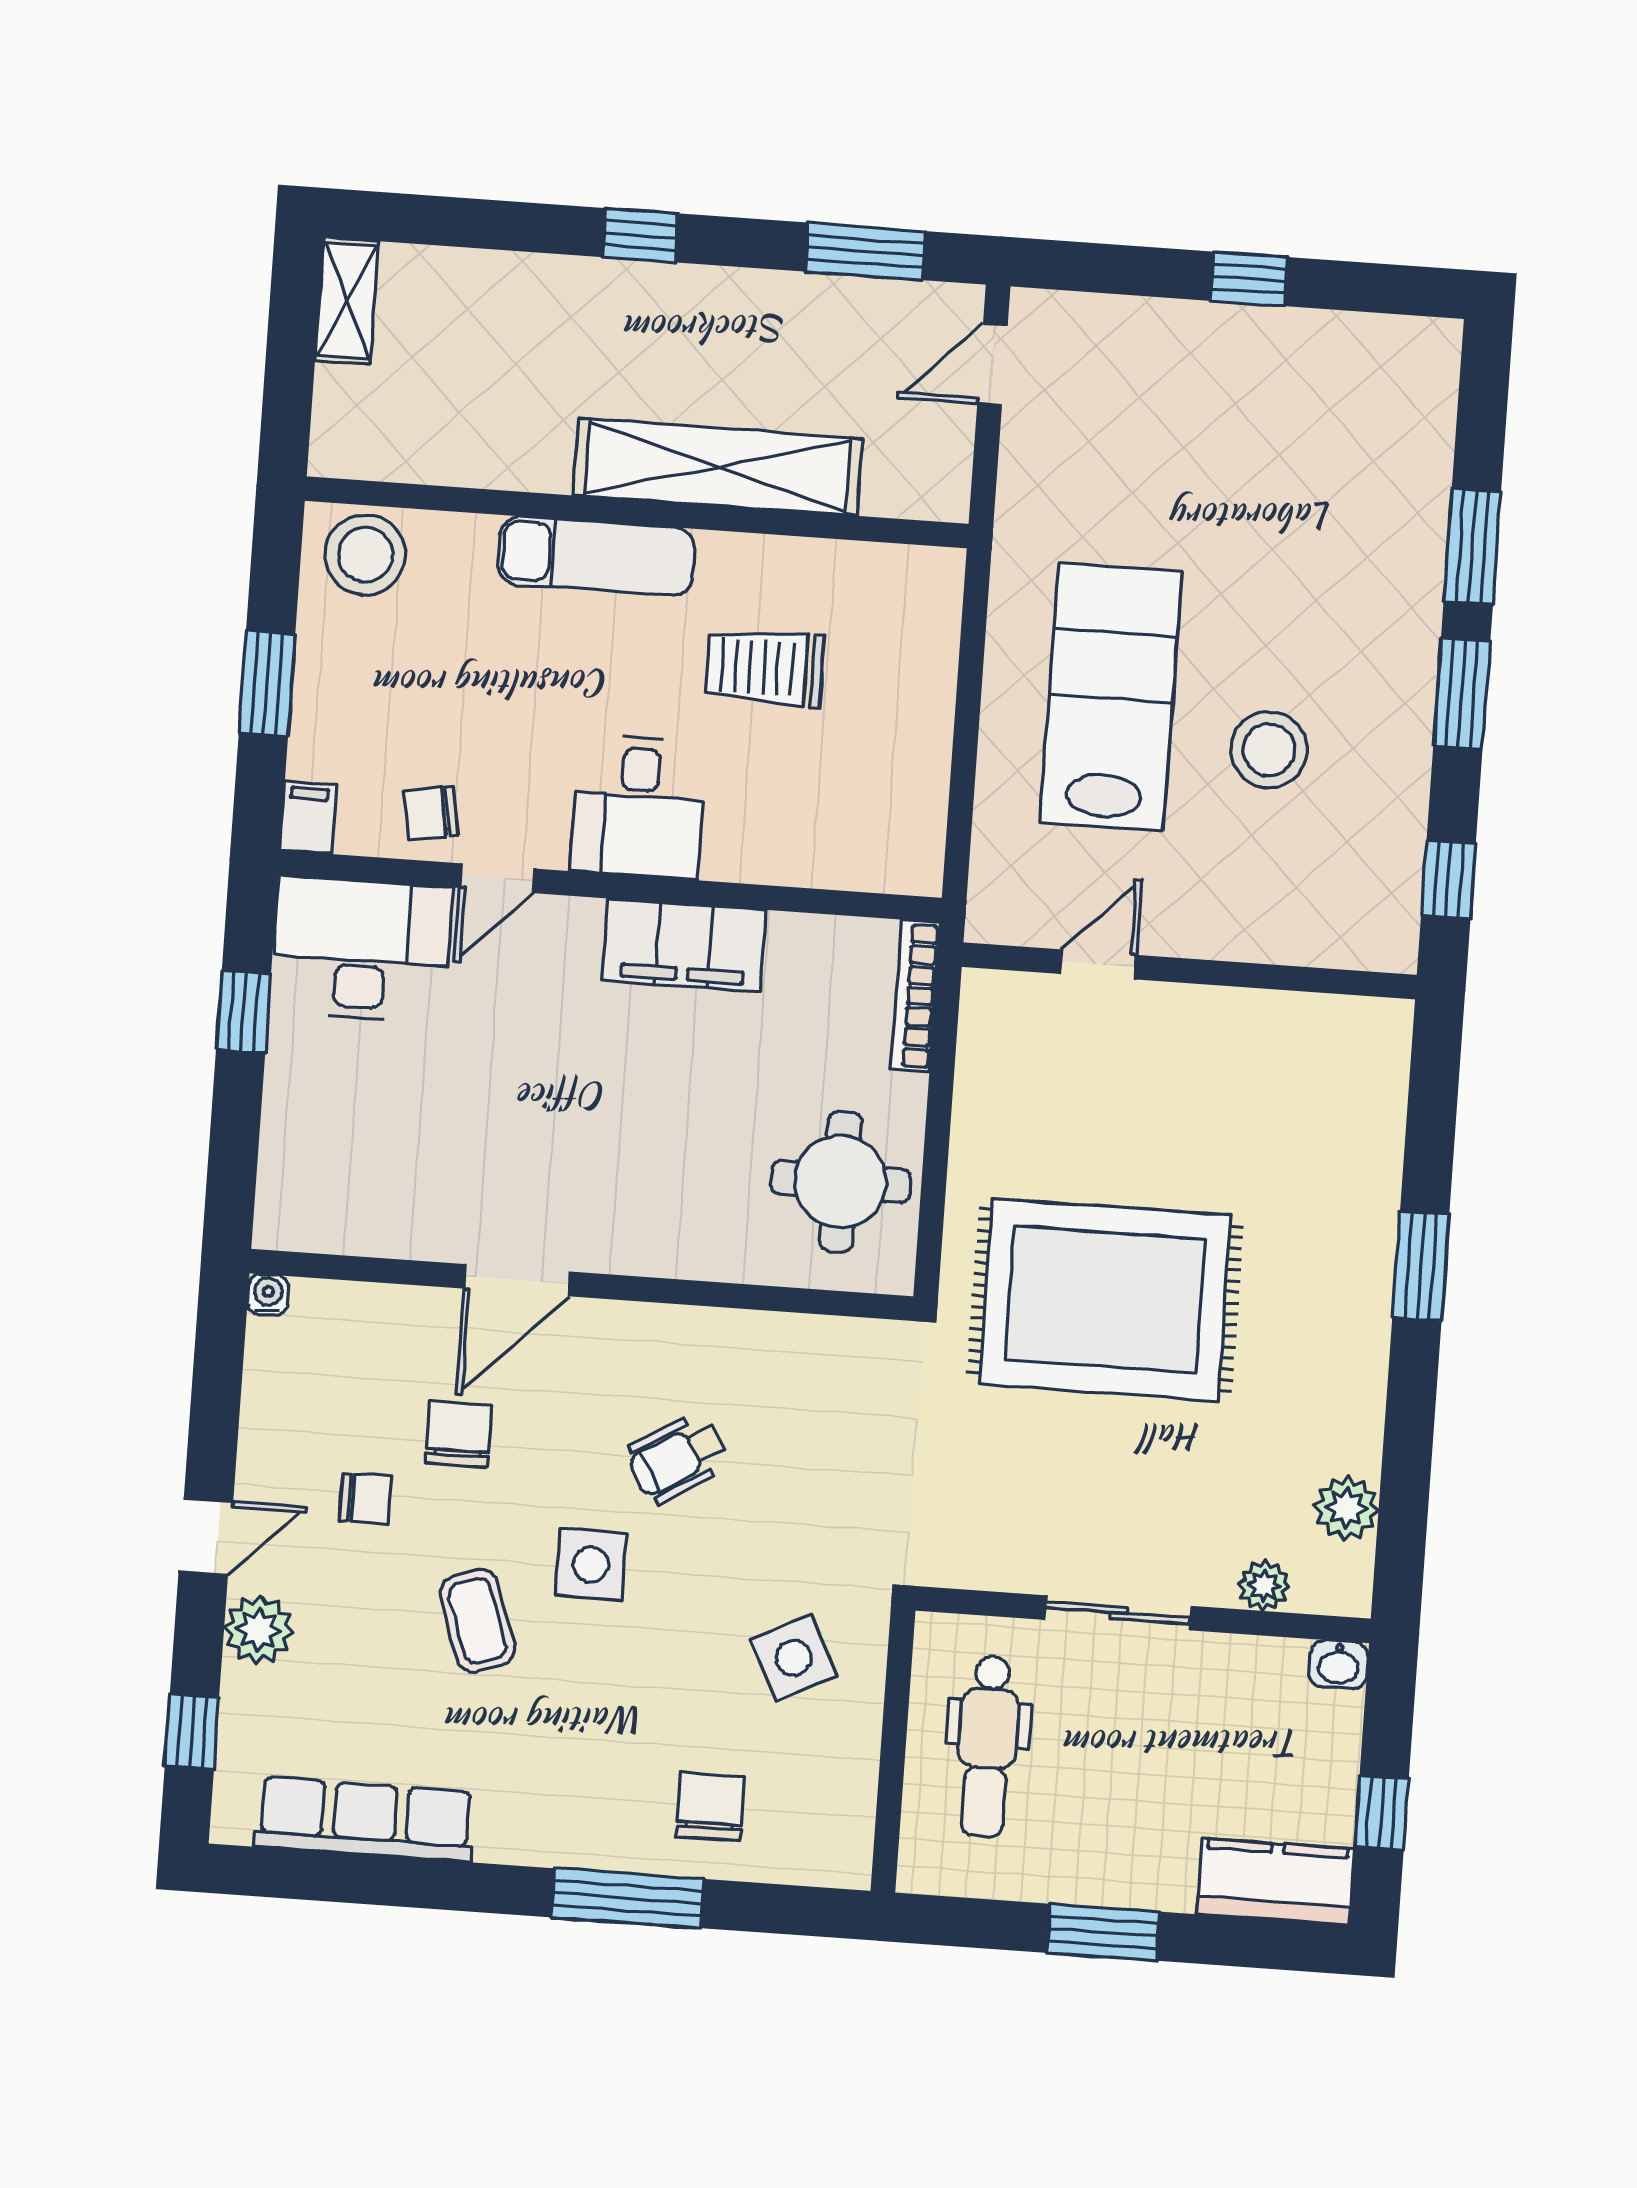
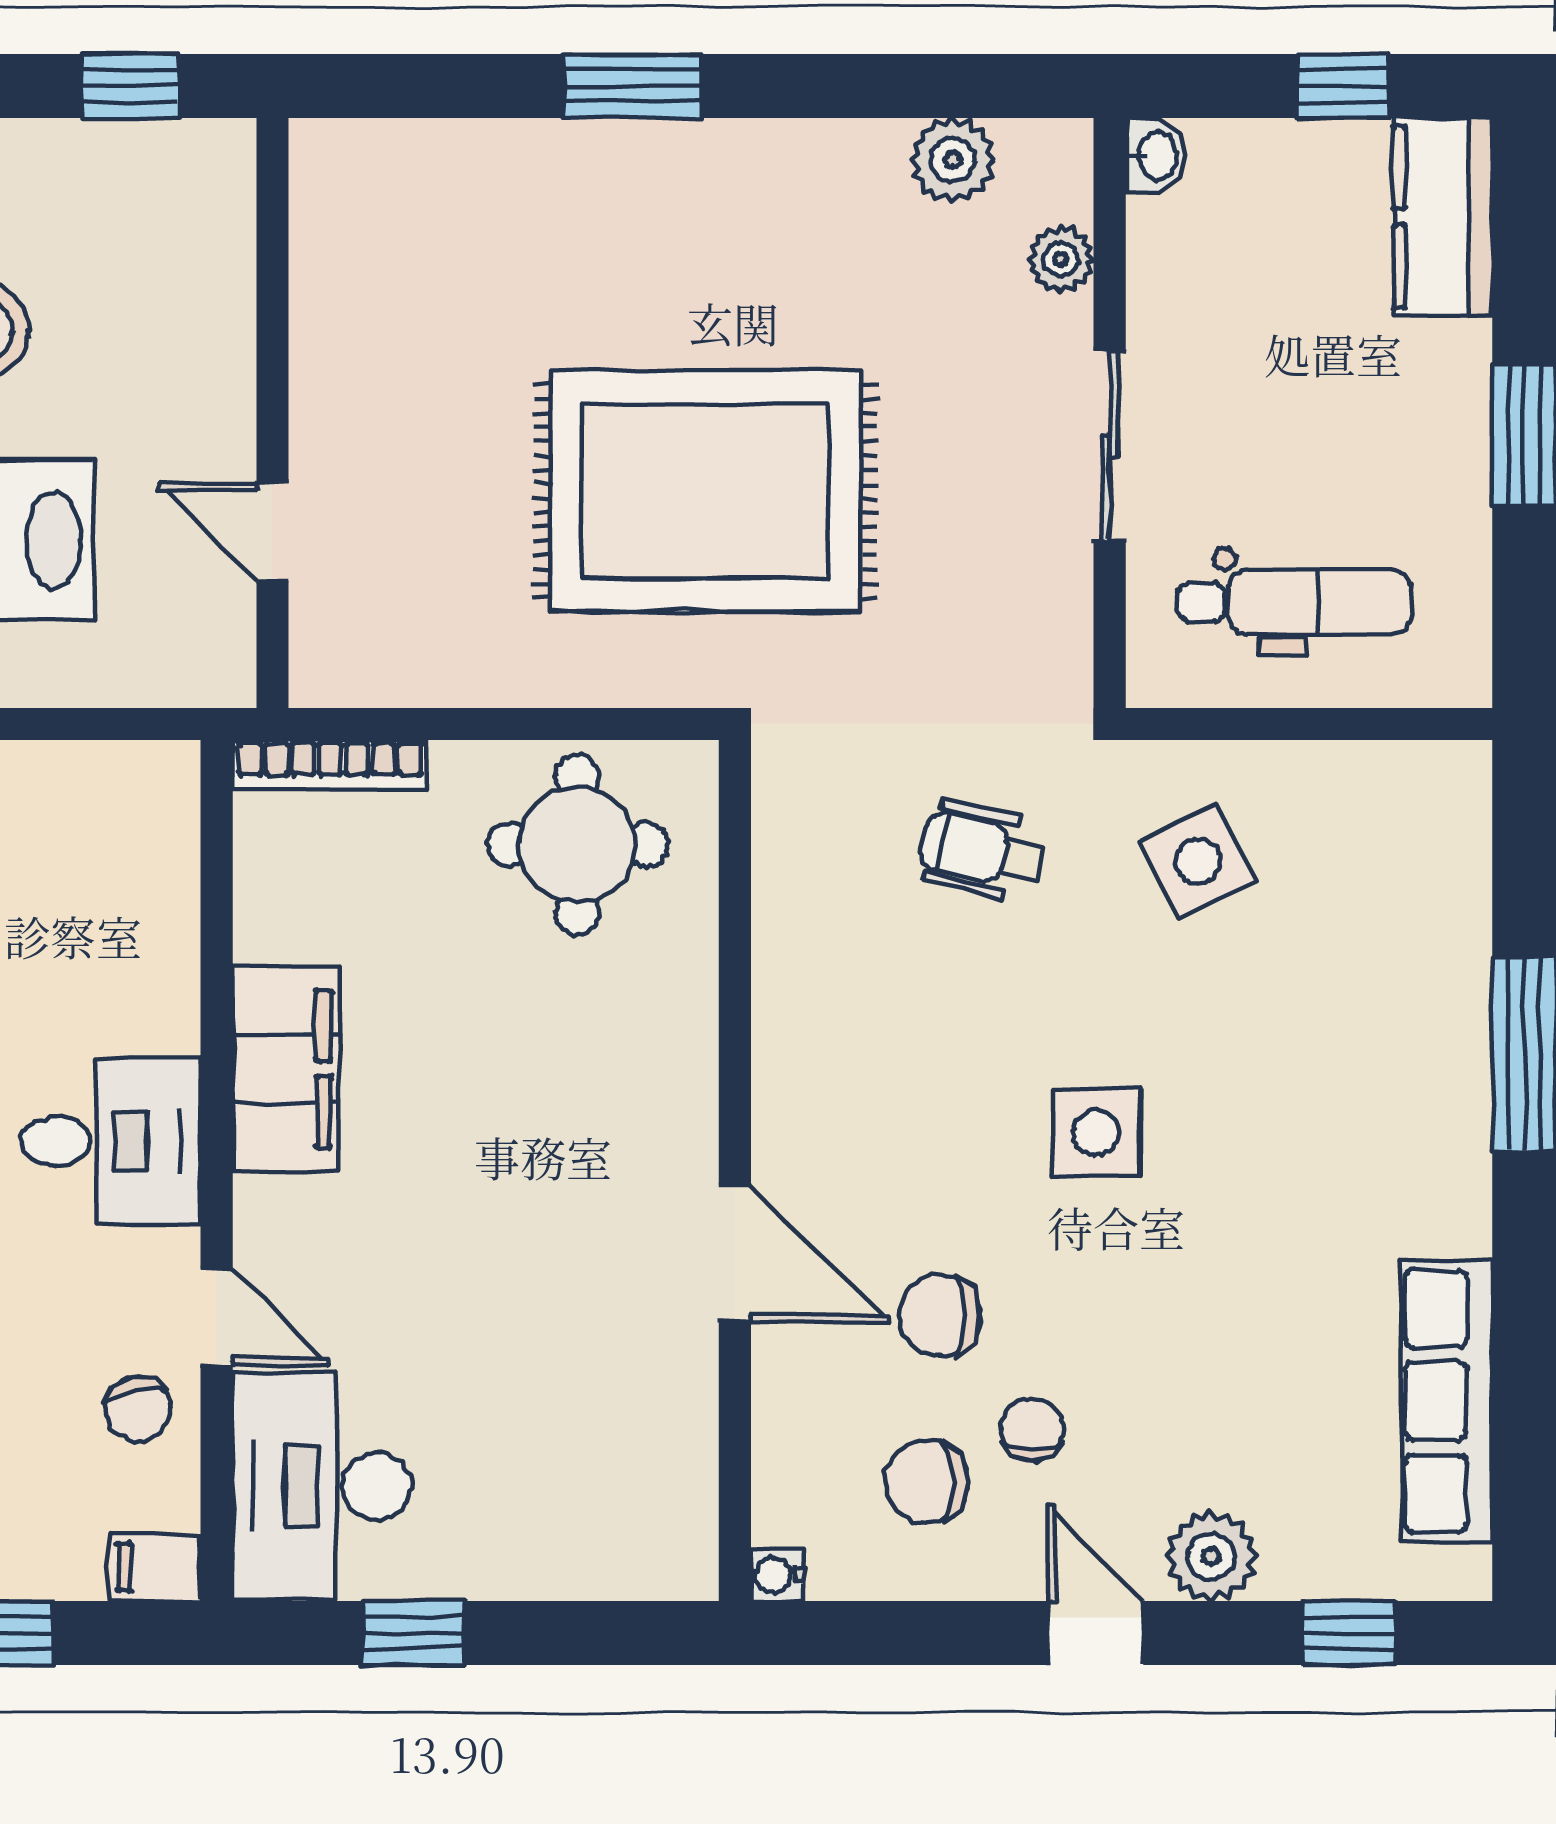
rug: (1105, 1300) -> (705, 491), turned 90
wheelchair: (677, 1458) -> (981, 851), moved, turned 134
coffee table: (477, 1621) -> (1179, 1274), removed
chair: (710, 1807) -> (927, 1482), moved

